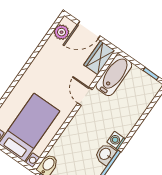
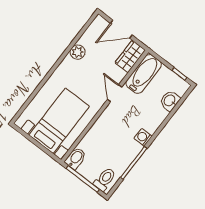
plant: (62, 32) -> (78, 52), moved
washbasin: (105, 154) -> (170, 101), moved

